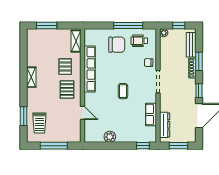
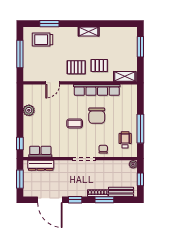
chair: (117, 45) -> (97, 116), moved
row of seats: (151, 115) -> (40, 152), moved

